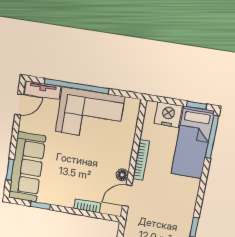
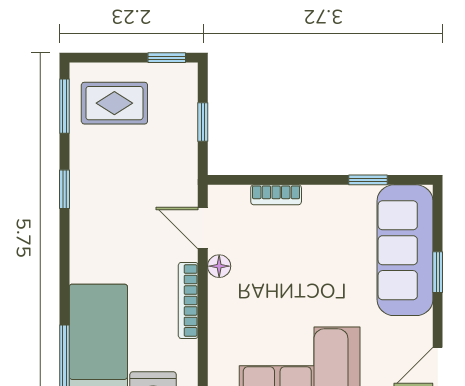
window: (10, 170) -> (438, 272), moved
door: (127, 196) -> (203, 228), swing flipped

